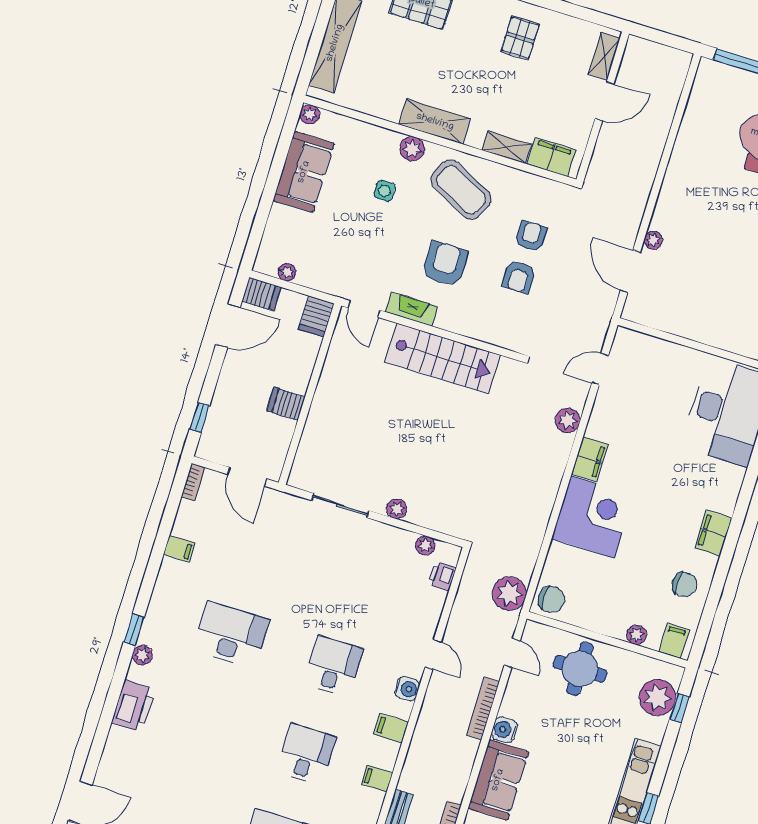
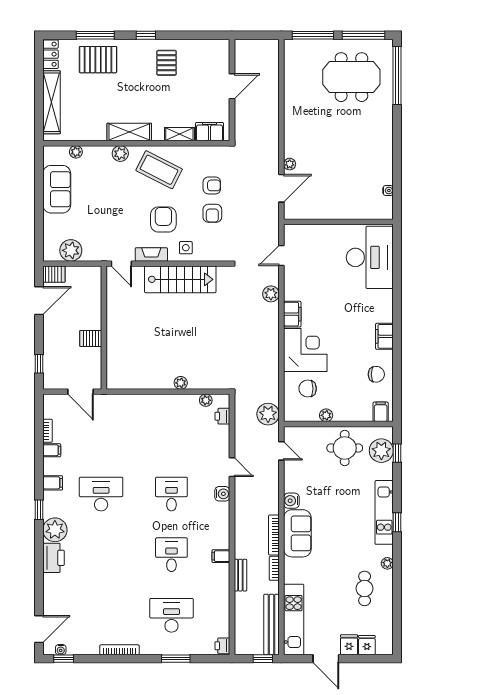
shelving: (604, 56) -> (223, 58), removed
plant: (310, 114) -> (76, 152), moved
side table: (385, 191) -> (186, 248), moved
armchair: (531, 236) -> (212, 185), turned 90
door: (630, 271) -> (281, 188), swing flipped
plant: (287, 272) -> (71, 250), width x1.88, depth x1.88
server rack: (316, 316) -> (93, 277), removed
bookcase: (193, 482) -> (48, 431), moved
sliding door: (340, 505) -> (145, 392), removed
chair: (551, 599) -> (308, 389), moved, turned 180
plant: (637, 635) -> (326, 415), moved
plant: (142, 655) -> (55, 530), width x1.87, depth x1.87
round table: (580, 669) -> (345, 448), moved
bookcase: (483, 709) -> (274, 535), moved
filing cabinet: (391, 728) -> (53, 483), moved, turned 180

